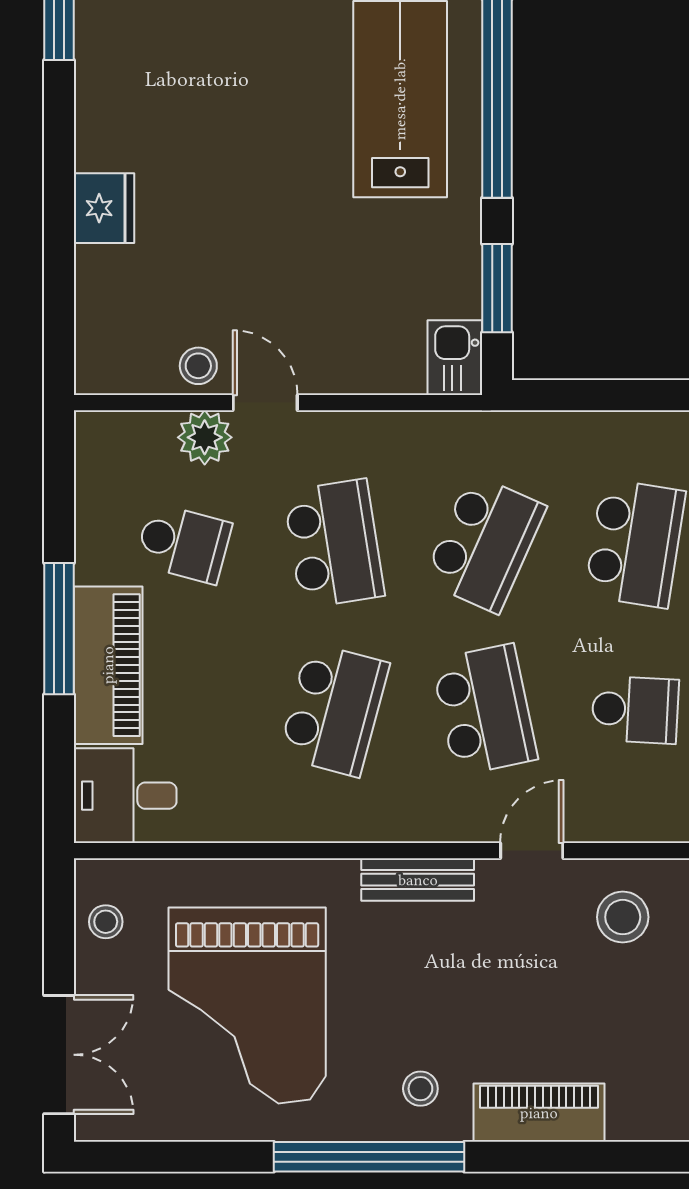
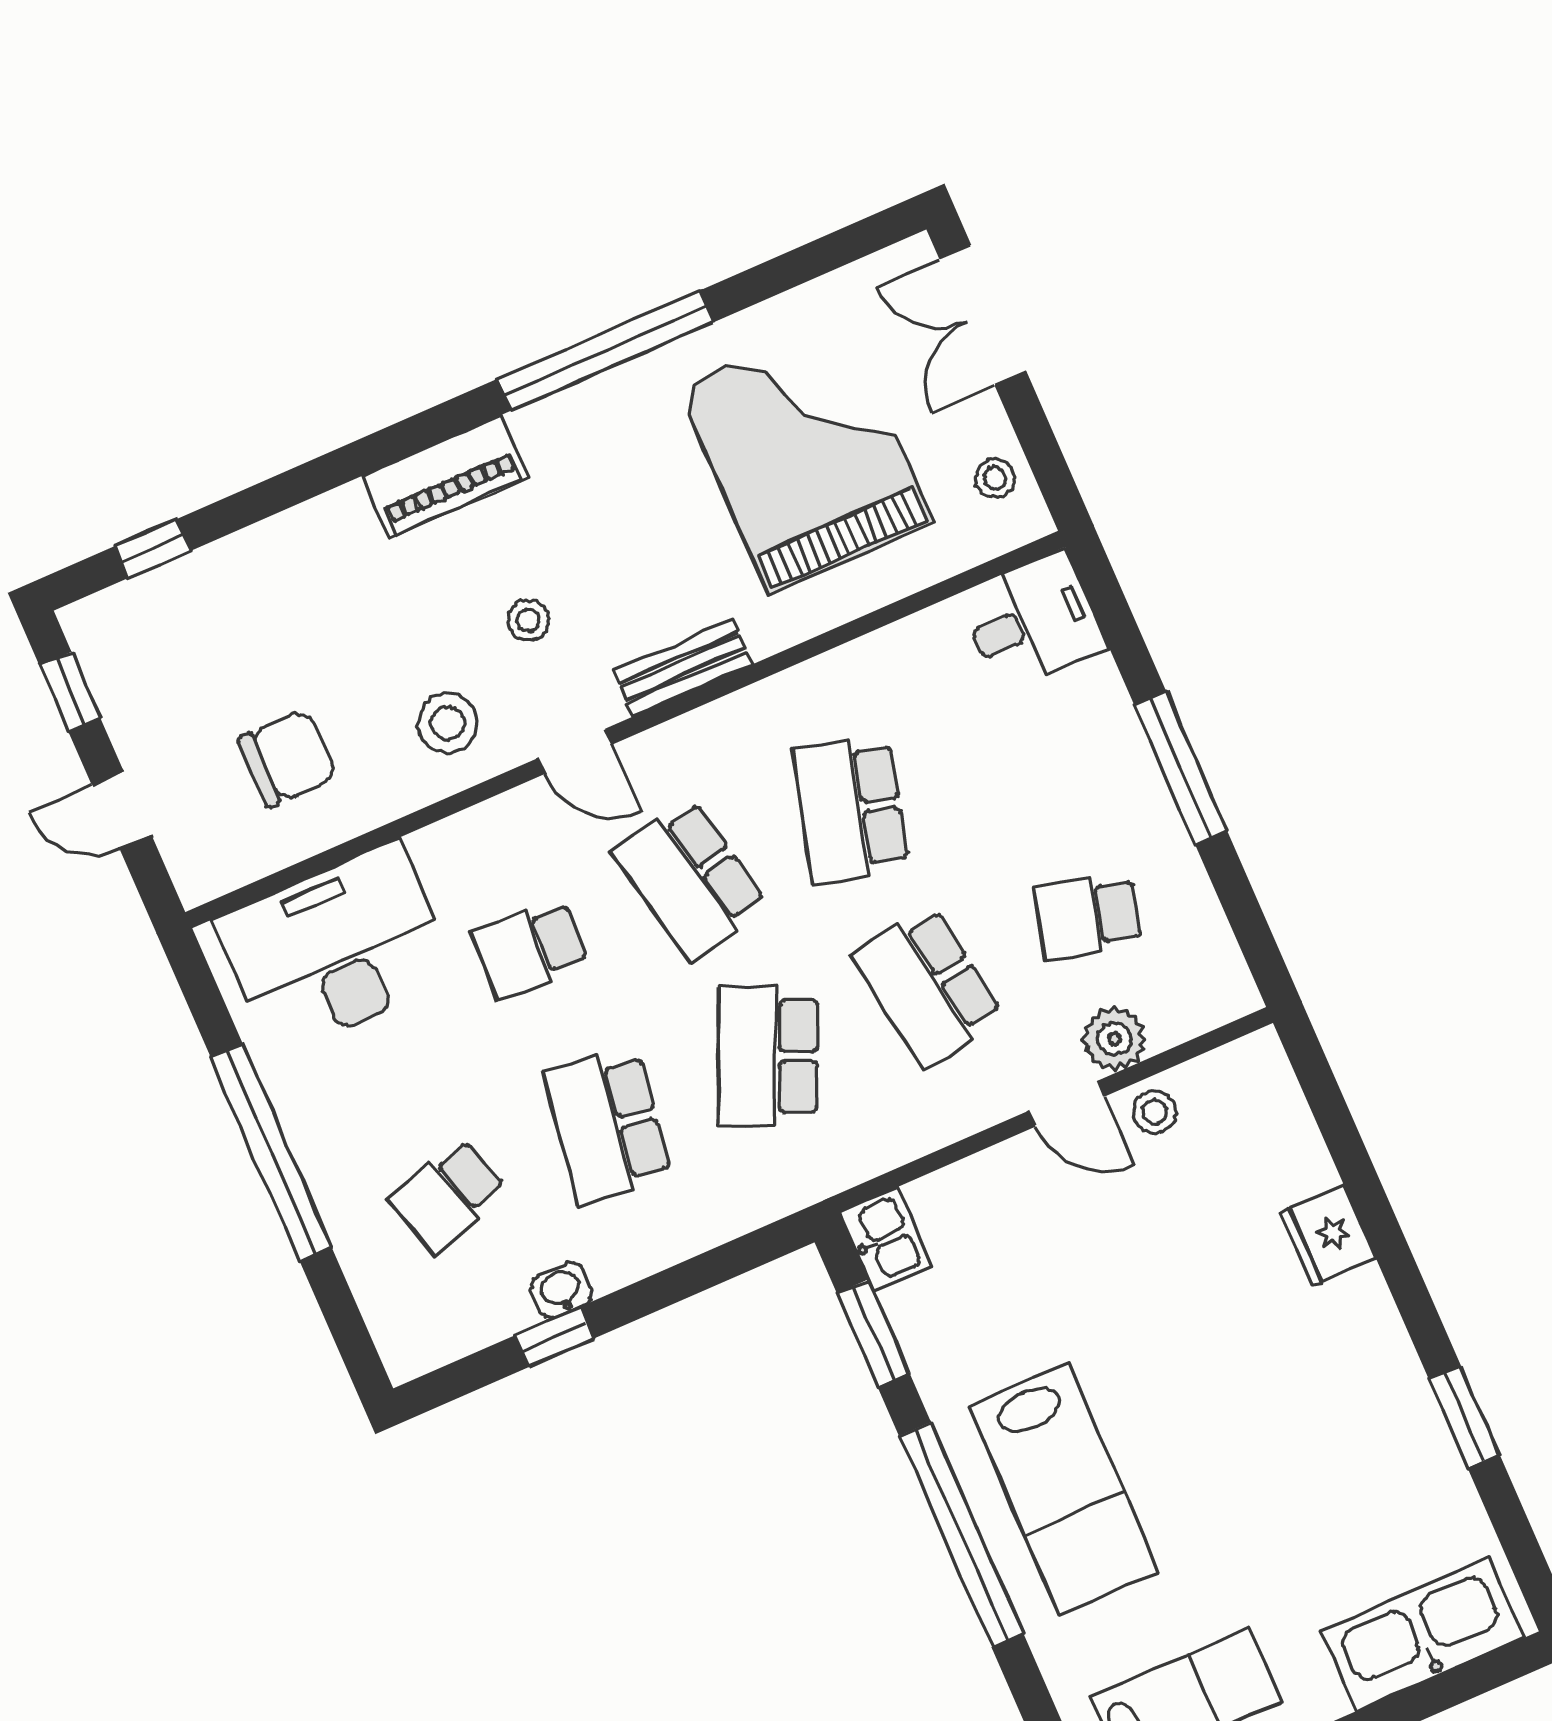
piano: (108, 665) -> (1111, 752), removed
door: (532, 851) -> (575, 751), hinge flipped
stool: (420, 1089) -> (528, 620), moved

